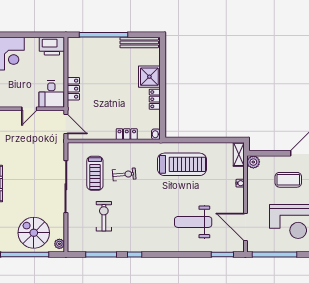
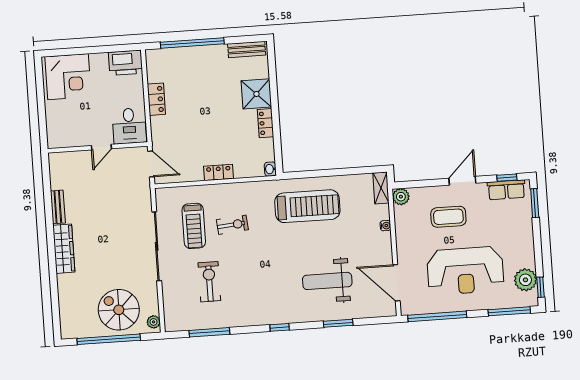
bench: (139, 42) -> (247, 49), width x0.73
locker: (73, 89) -> (156, 99), moved
locker: (127, 134) -> (218, 172), moved
window: (135, 255) -> (280, 327), moved
window: (222, 255) -> (338, 323), moved

